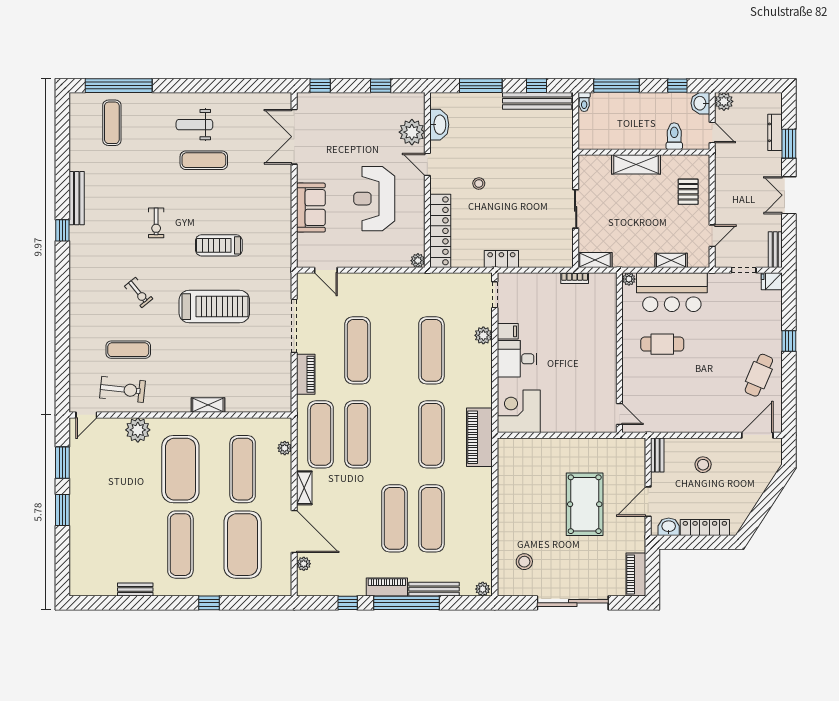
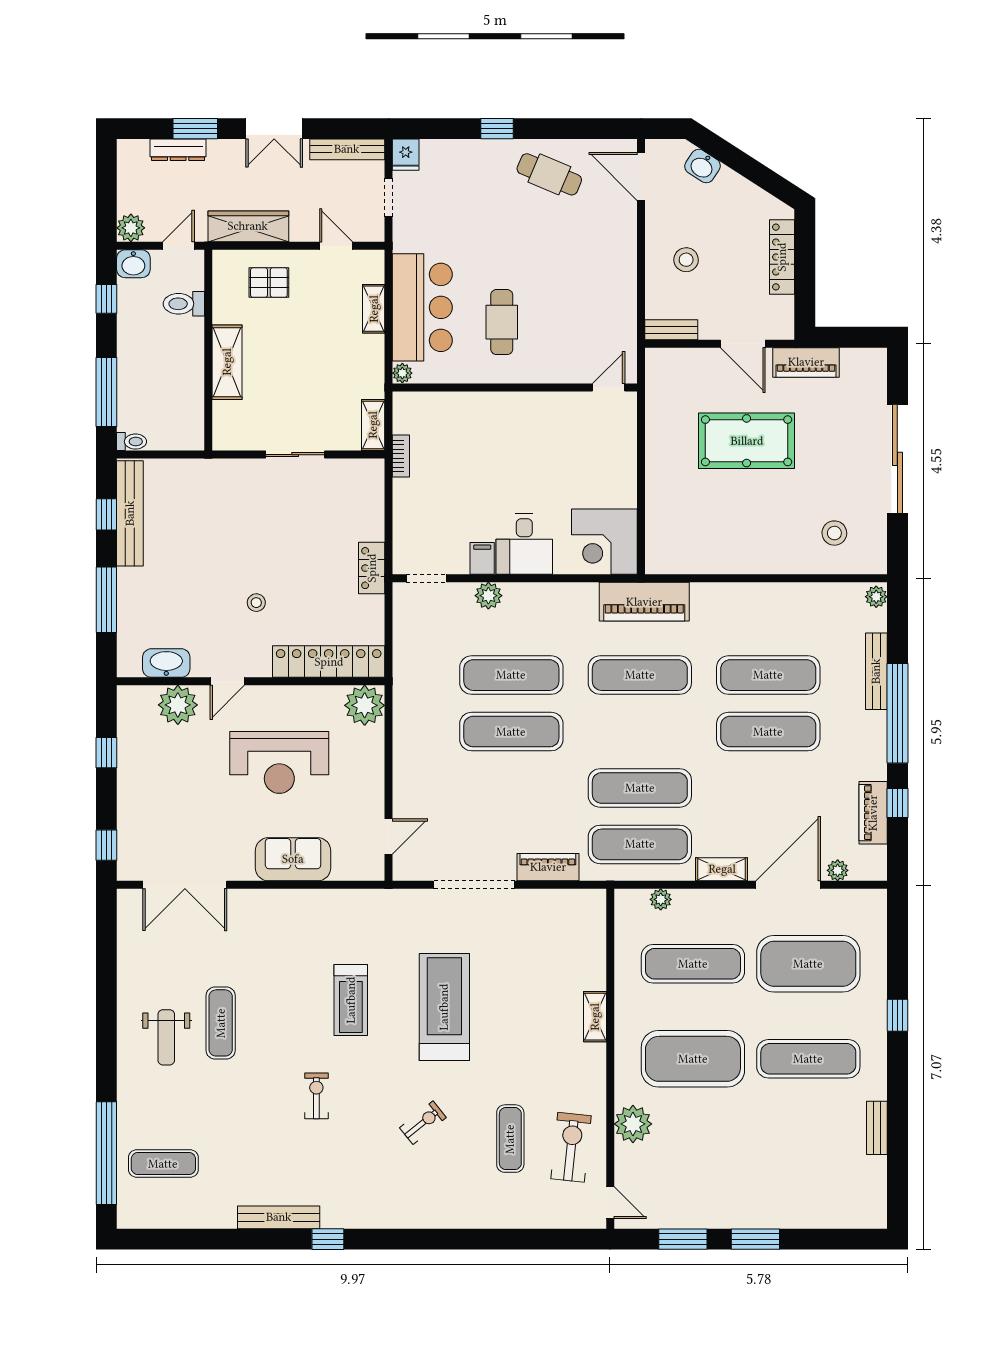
wardrobe: (725, 178) -> (248, 226), added
exercise bike: (156, 223) -> (316, 1096), turned -90
bench: (775, 250) -> (347, 149), width x1.36
plant: (418, 261) -> (365, 705), width x1.87, depth x1.87
exercise mat: (358, 350) -> (511, 732), moved
washbasin: (669, 527) -> (703, 166), moved, turned -57
piano: (636, 574) -> (806, 362), moved
piano: (387, 587) -> (873, 813), moved

